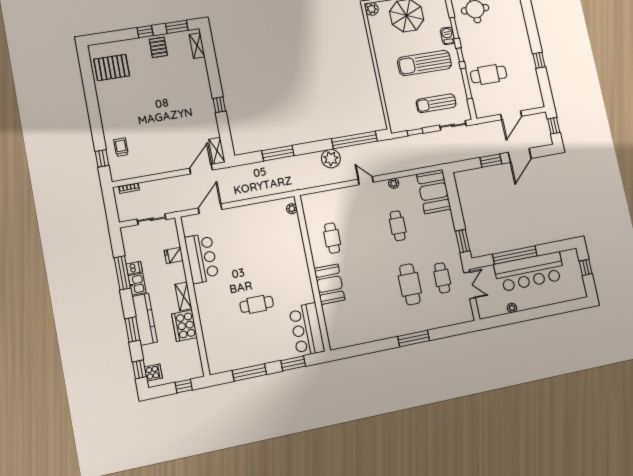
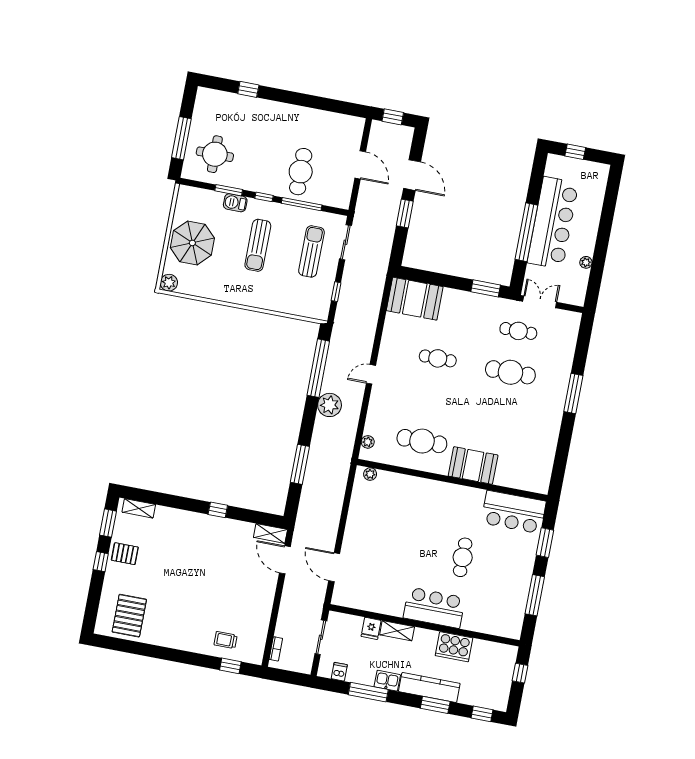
window: (539, 60) -> (248, 89), moved
sun lounger: (424, 63) -> (258, 245), width x0.73, depth x0.75
sun lounger: (436, 103) -> (311, 251), turned 180
plant: (394, 183) -> (368, 442), moved
cafe table: (332, 238) -> (422, 441), width x1.37, depth x1.35
bar counter: (202, 258) -> (434, 608), moved
dishwasher: (134, 268) -> (339, 672), moved
shelving: (183, 296) -> (397, 631), moved
cooker: (153, 372) -> (492, 700), removed

